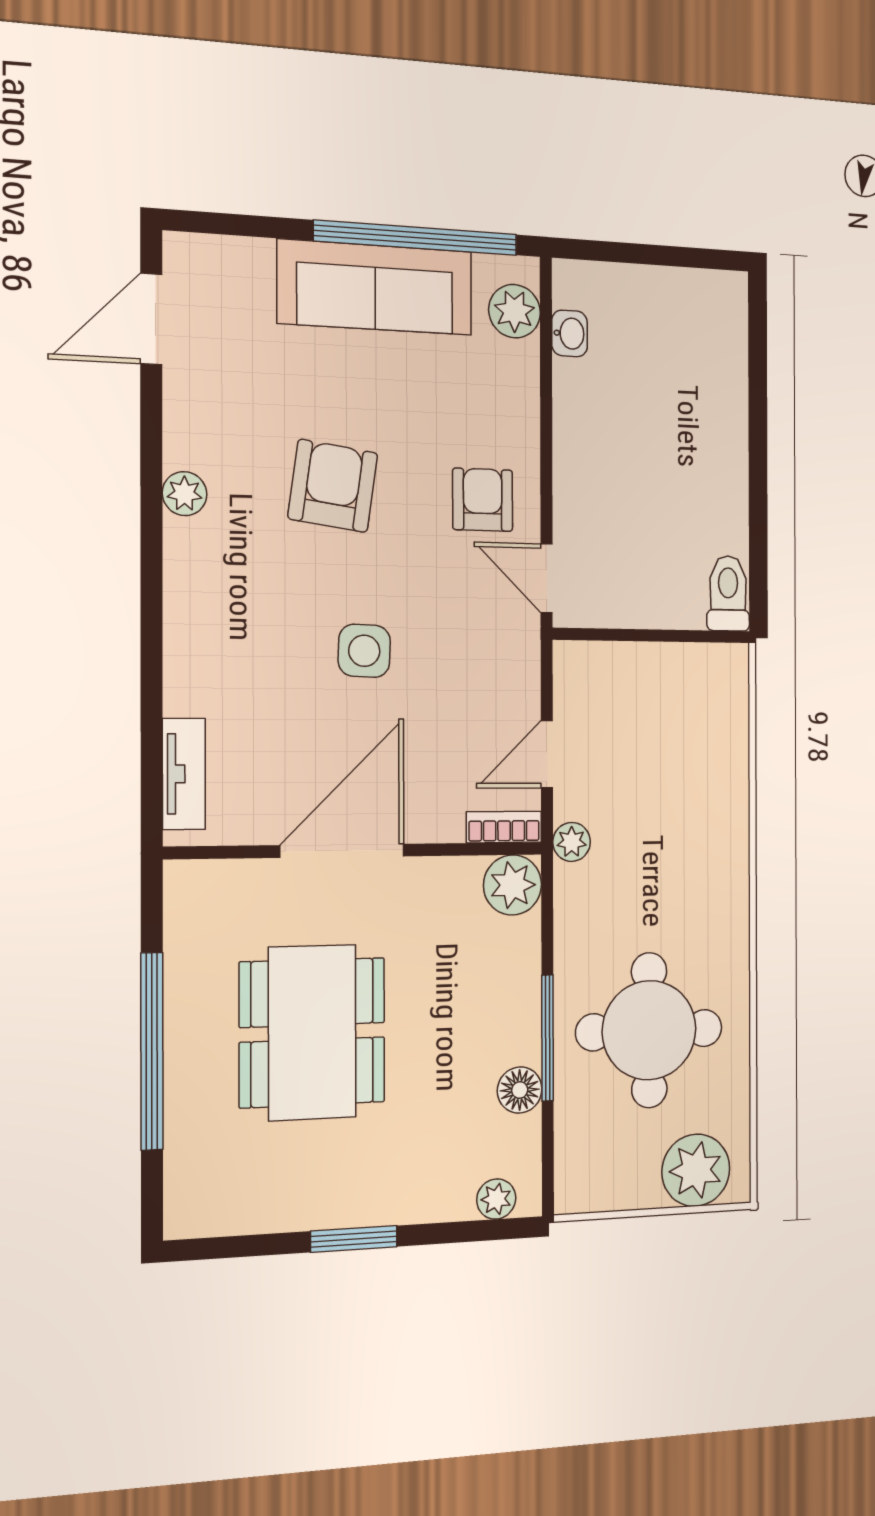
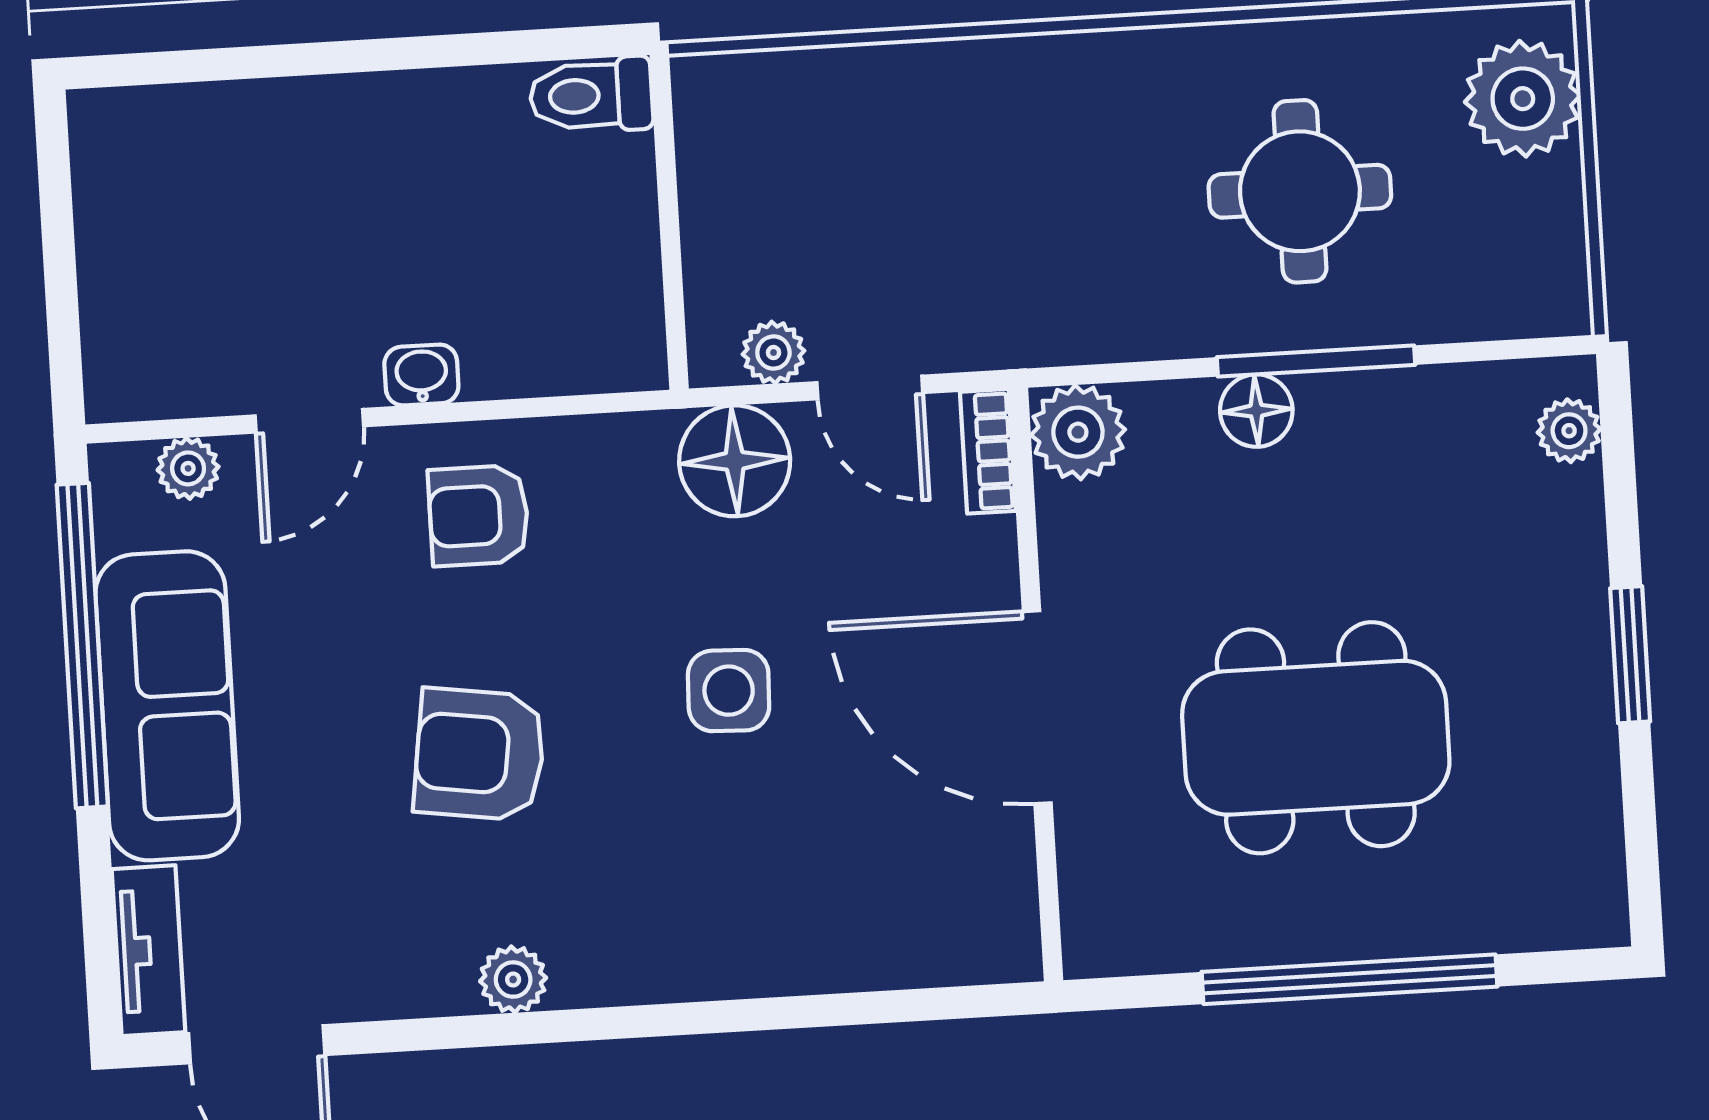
plant: (515, 311) -> (188, 468), width x0.73, depth x0.73
washbasin: (570, 333) -> (421, 375), moved
door: (547, 578) -> (309, 421), moved
floor lamp: (507, 665) -> (735, 461), added
tv unit: (184, 774) -> (149, 951), moved, turned 90
plant: (572, 842) -> (773, 353), moved
round table: (649, 1030) -> (1300, 191), width x0.73, depth x0.73
floor lamp: (520, 1090) -> (1256, 411), moved

